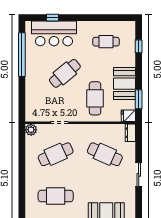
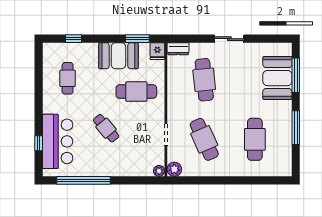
cafe table: (65, 73) -> (106, 128), width x0.73, depth x0.74
plant: (30, 117) -> (159, 171), added
cafe table: (105, 154) -> (204, 80), turned -30

